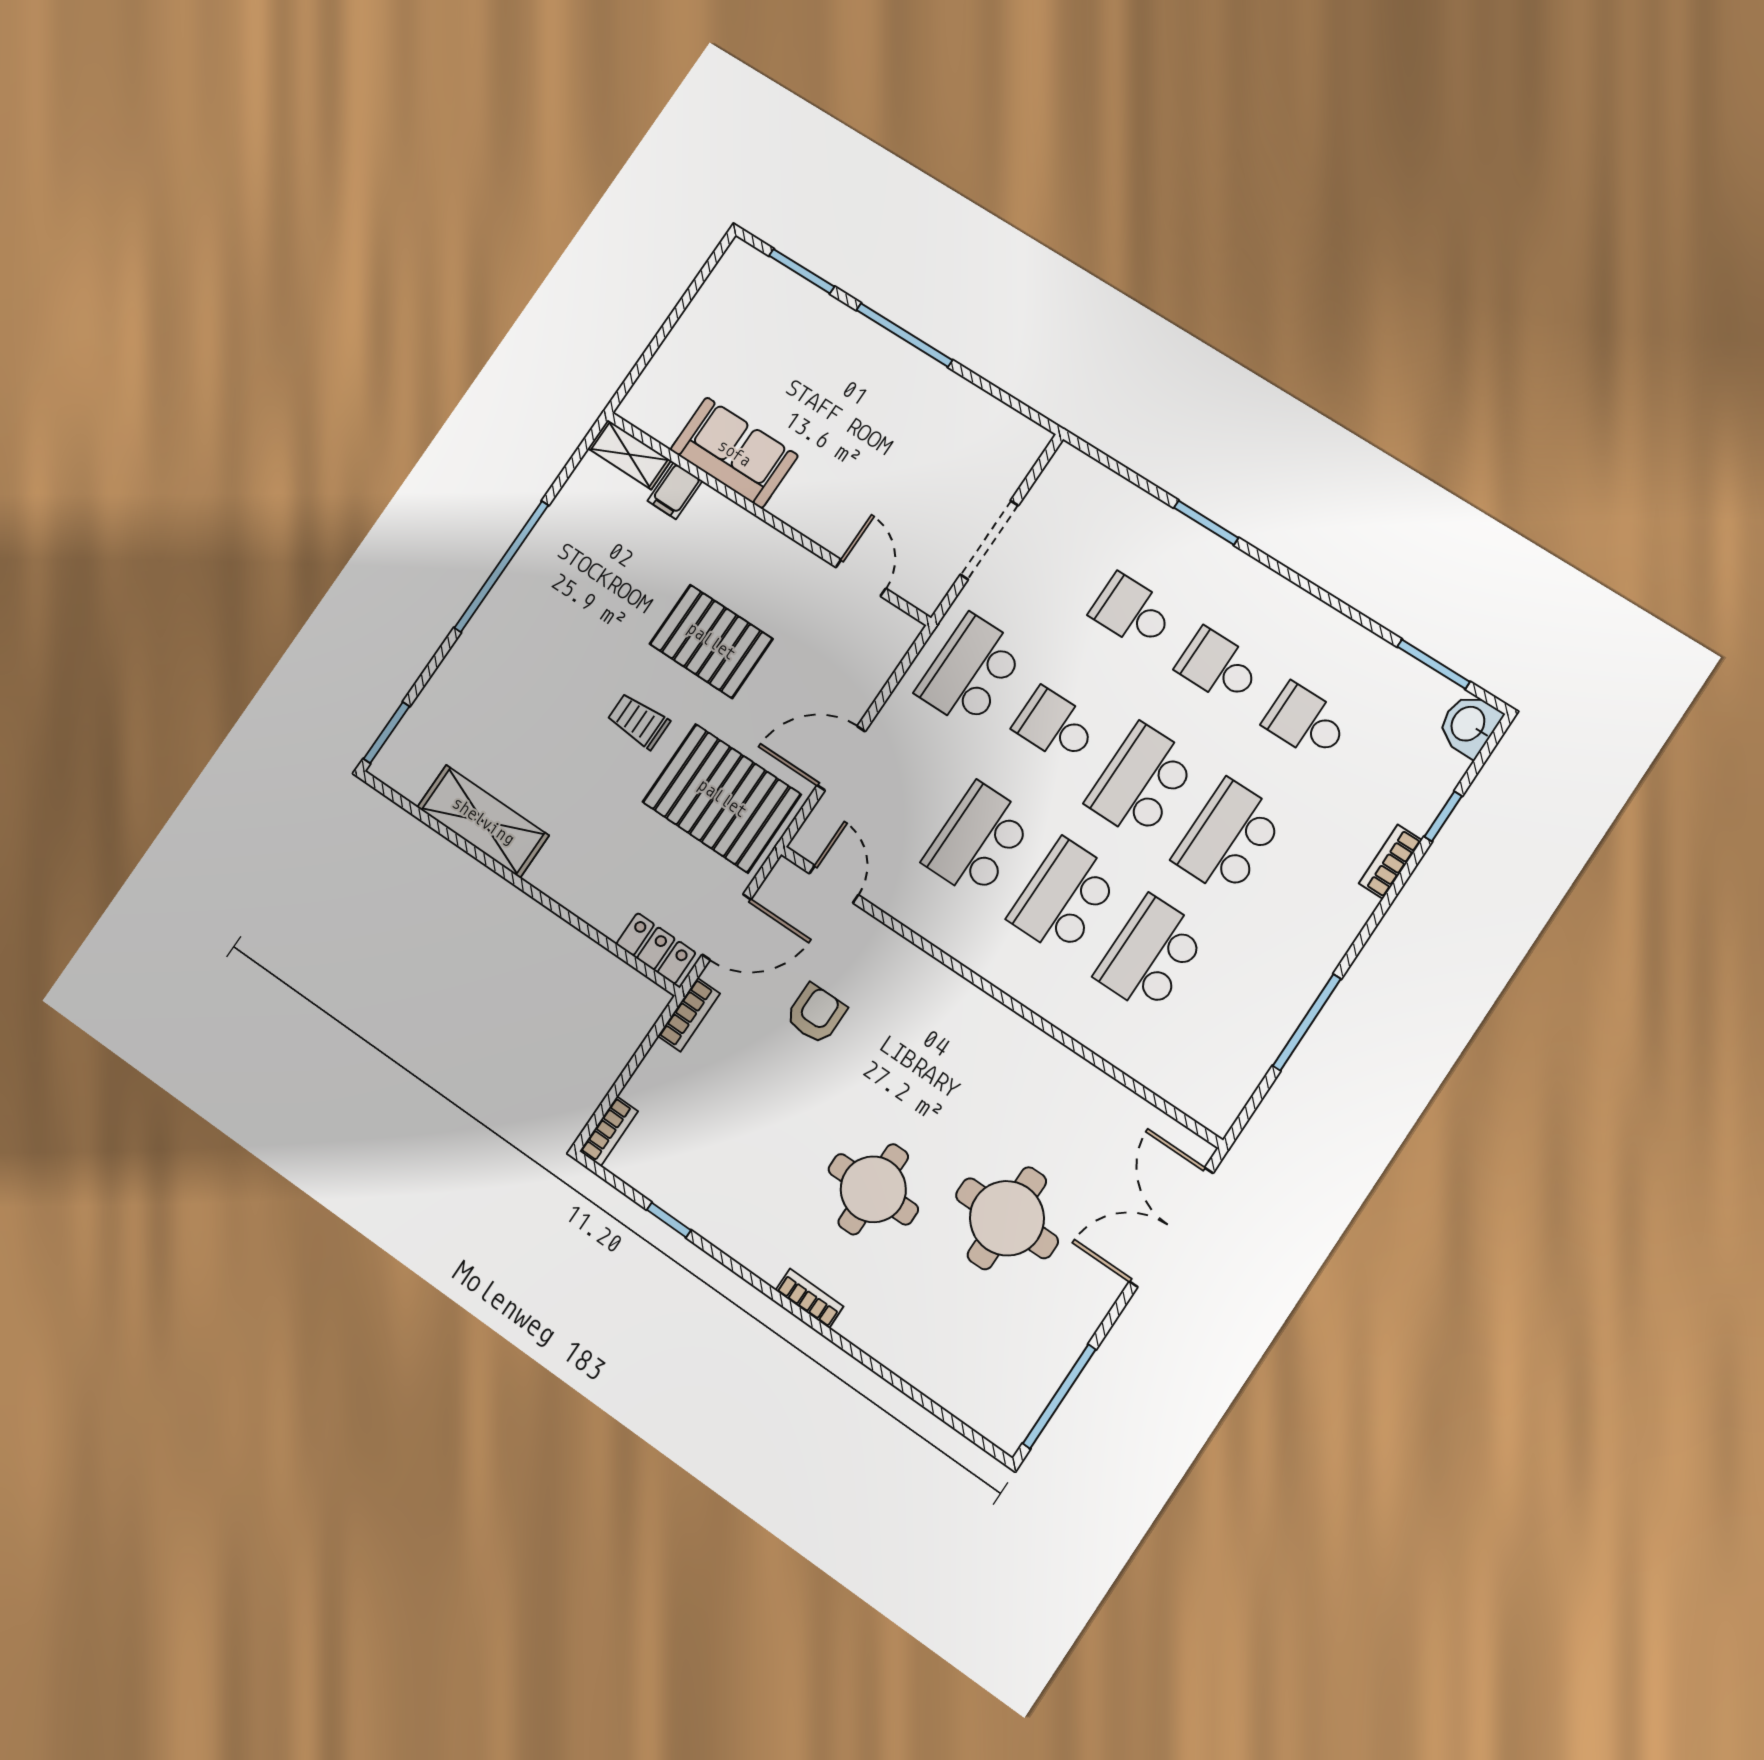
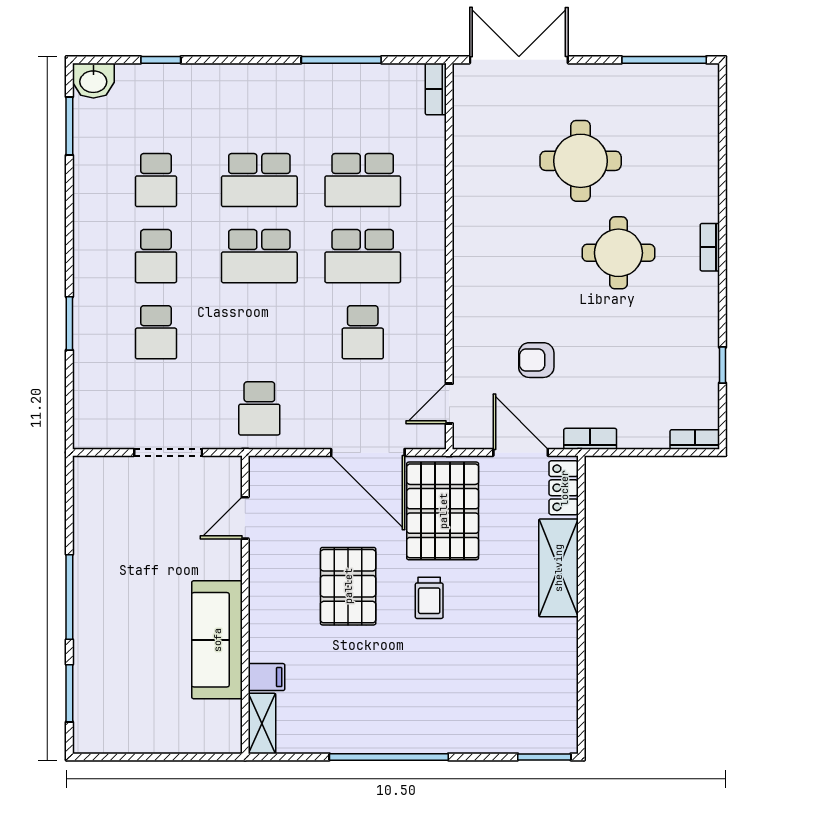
sofa: (734, 453) -> (217, 640), width x1.36
school desk: (970, 671) -> (259, 408), width x0.54
school desk: (1055, 726) -> (259, 332), removed
door: (841, 758) -> (368, 452), width x1.36
shelving: (483, 821) -> (558, 568), moved
school desk: (978, 840) -> (363, 332), width x0.54
bookcase: (1390, 862) -> (436, 89), moved, turned 90
double door: (1171, 1227) -> (519, 60), swing flipped

